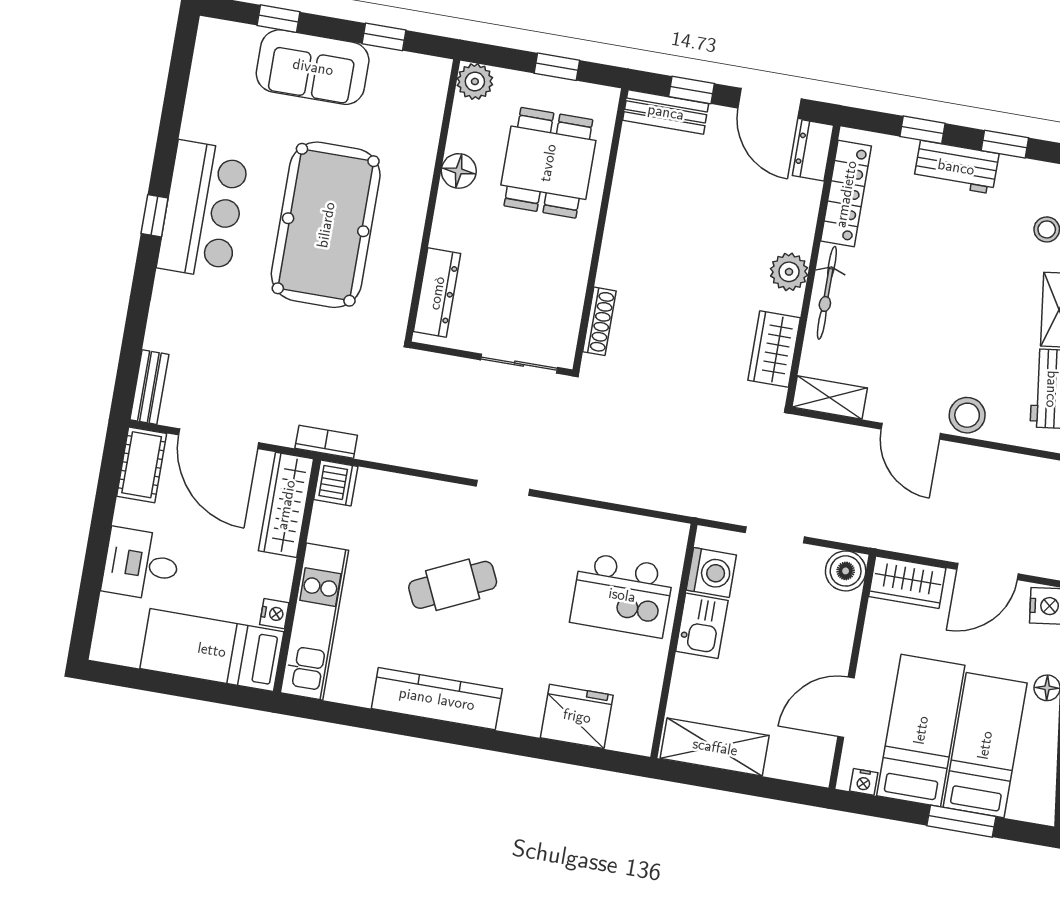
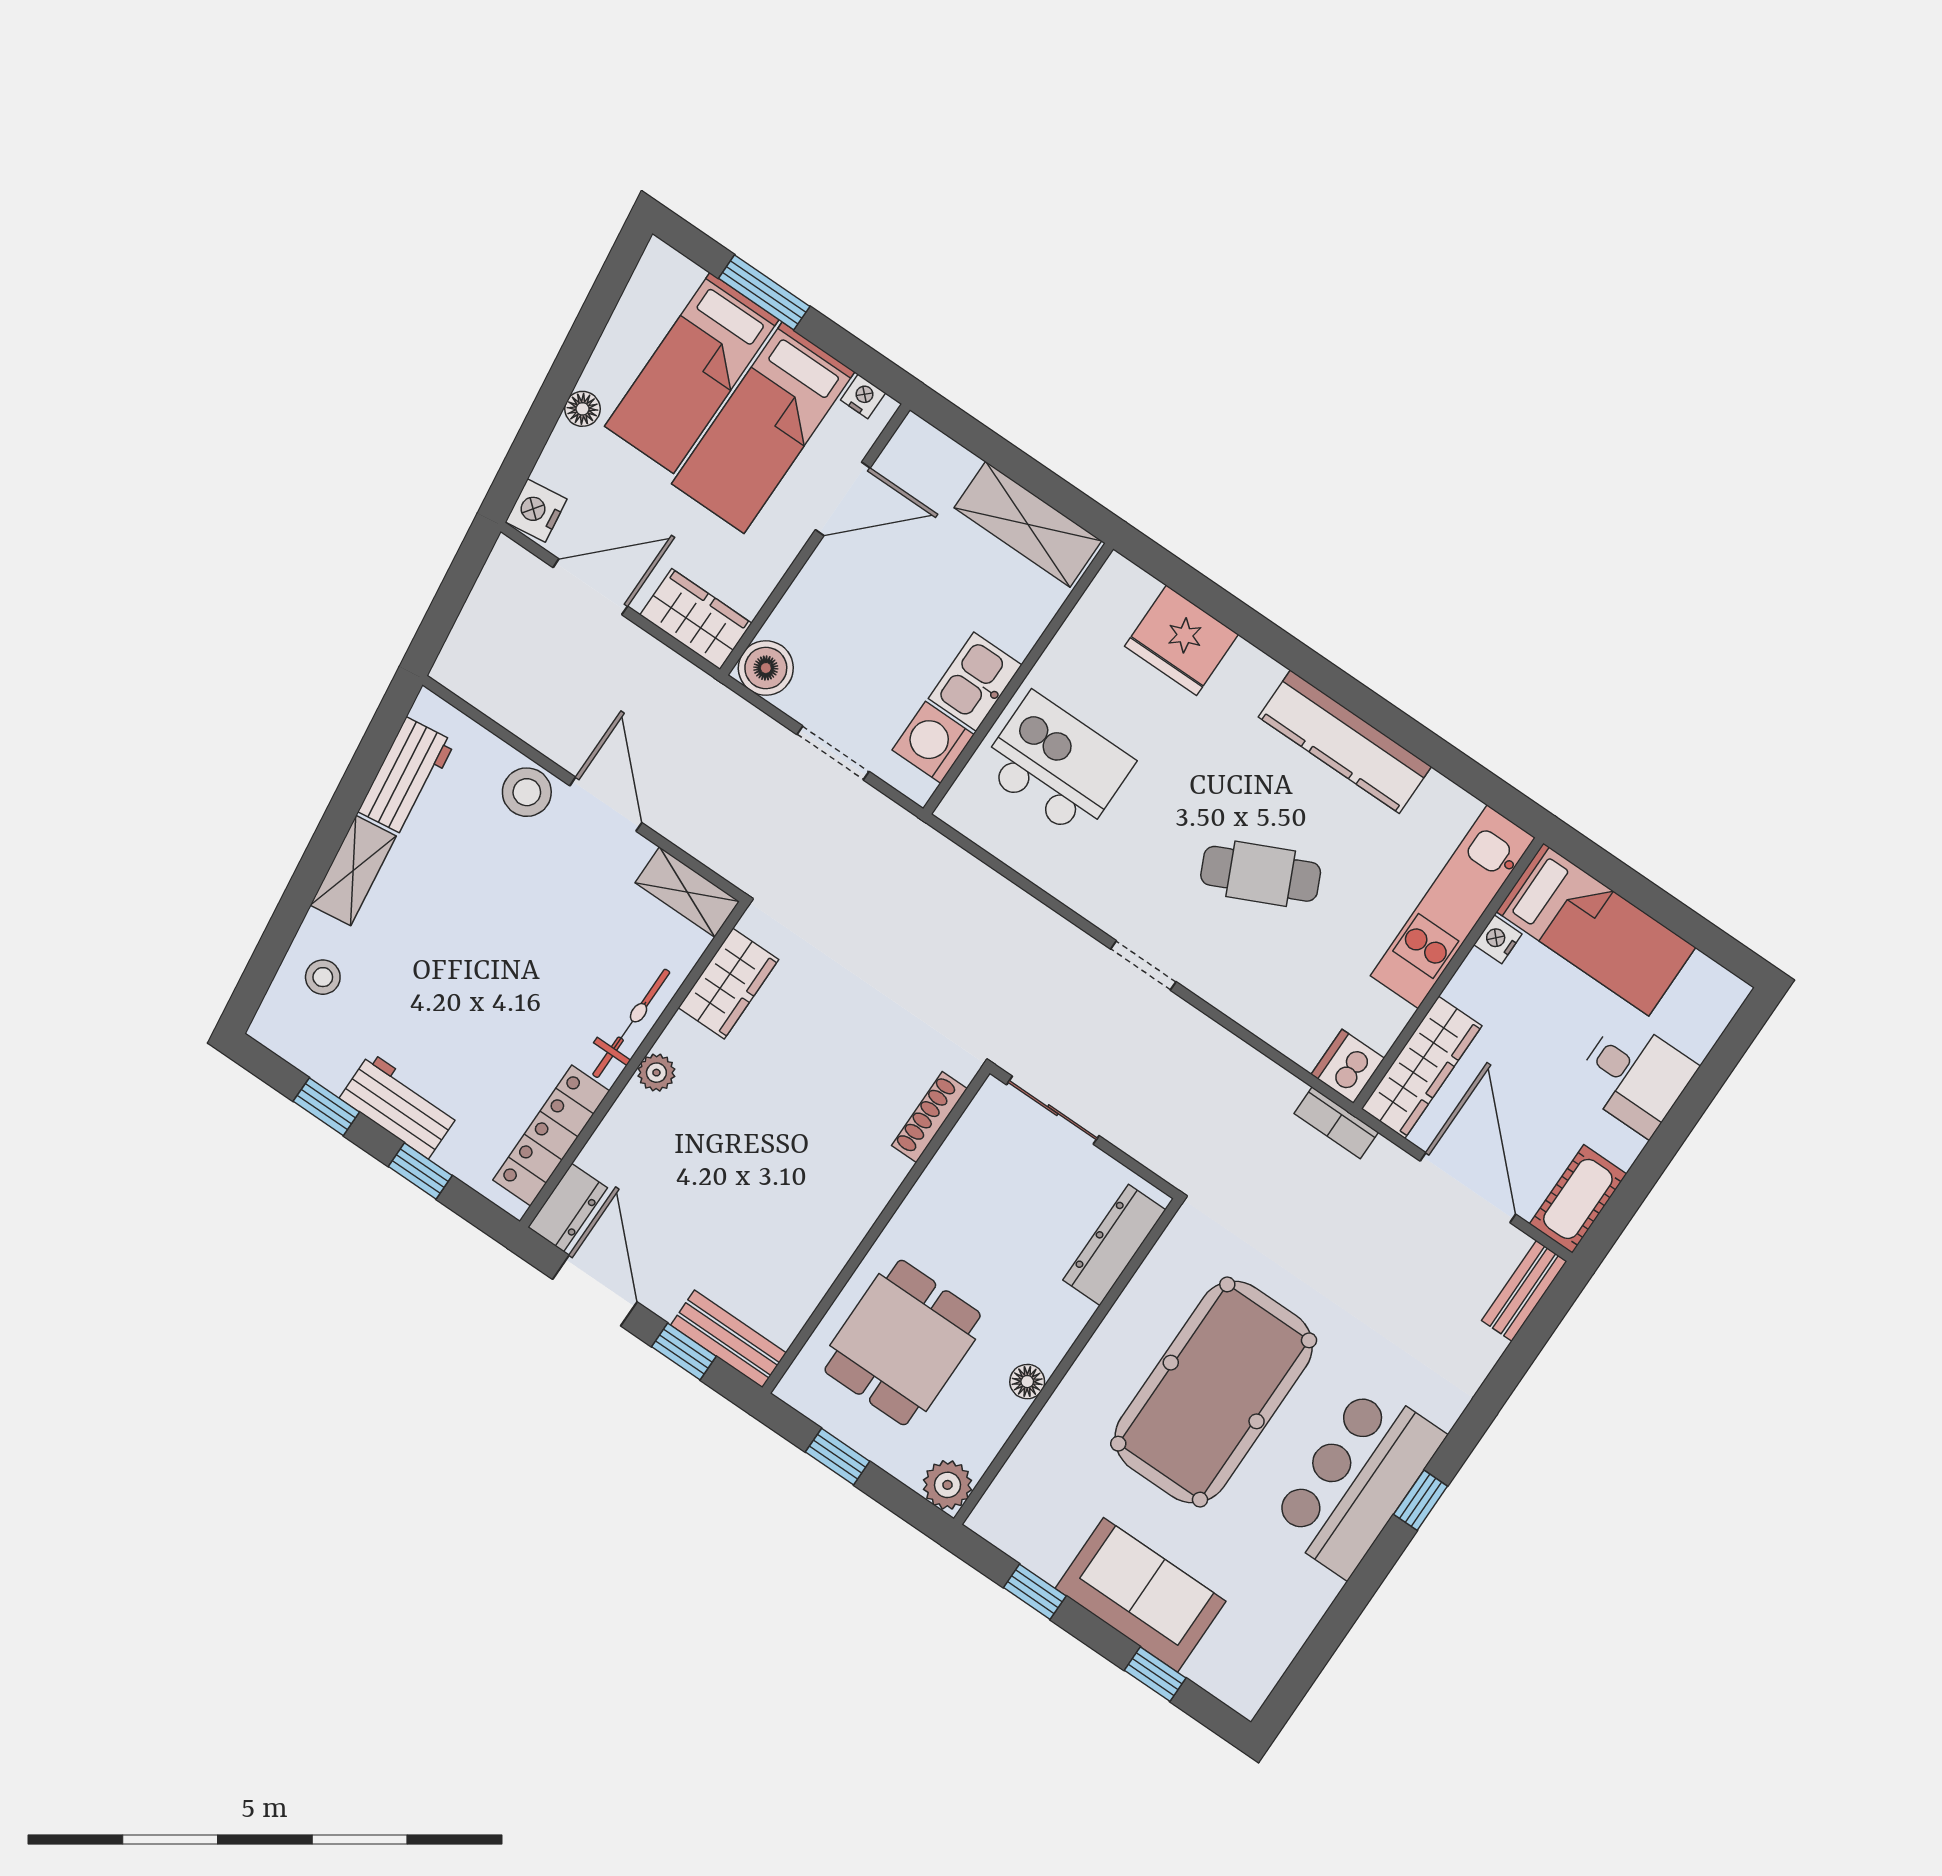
floor lamp: (459, 171) -> (1027, 1382), width x0.73, depth x0.73
plant: (789, 272) -> (656, 1073), width x0.73, depth x0.73

